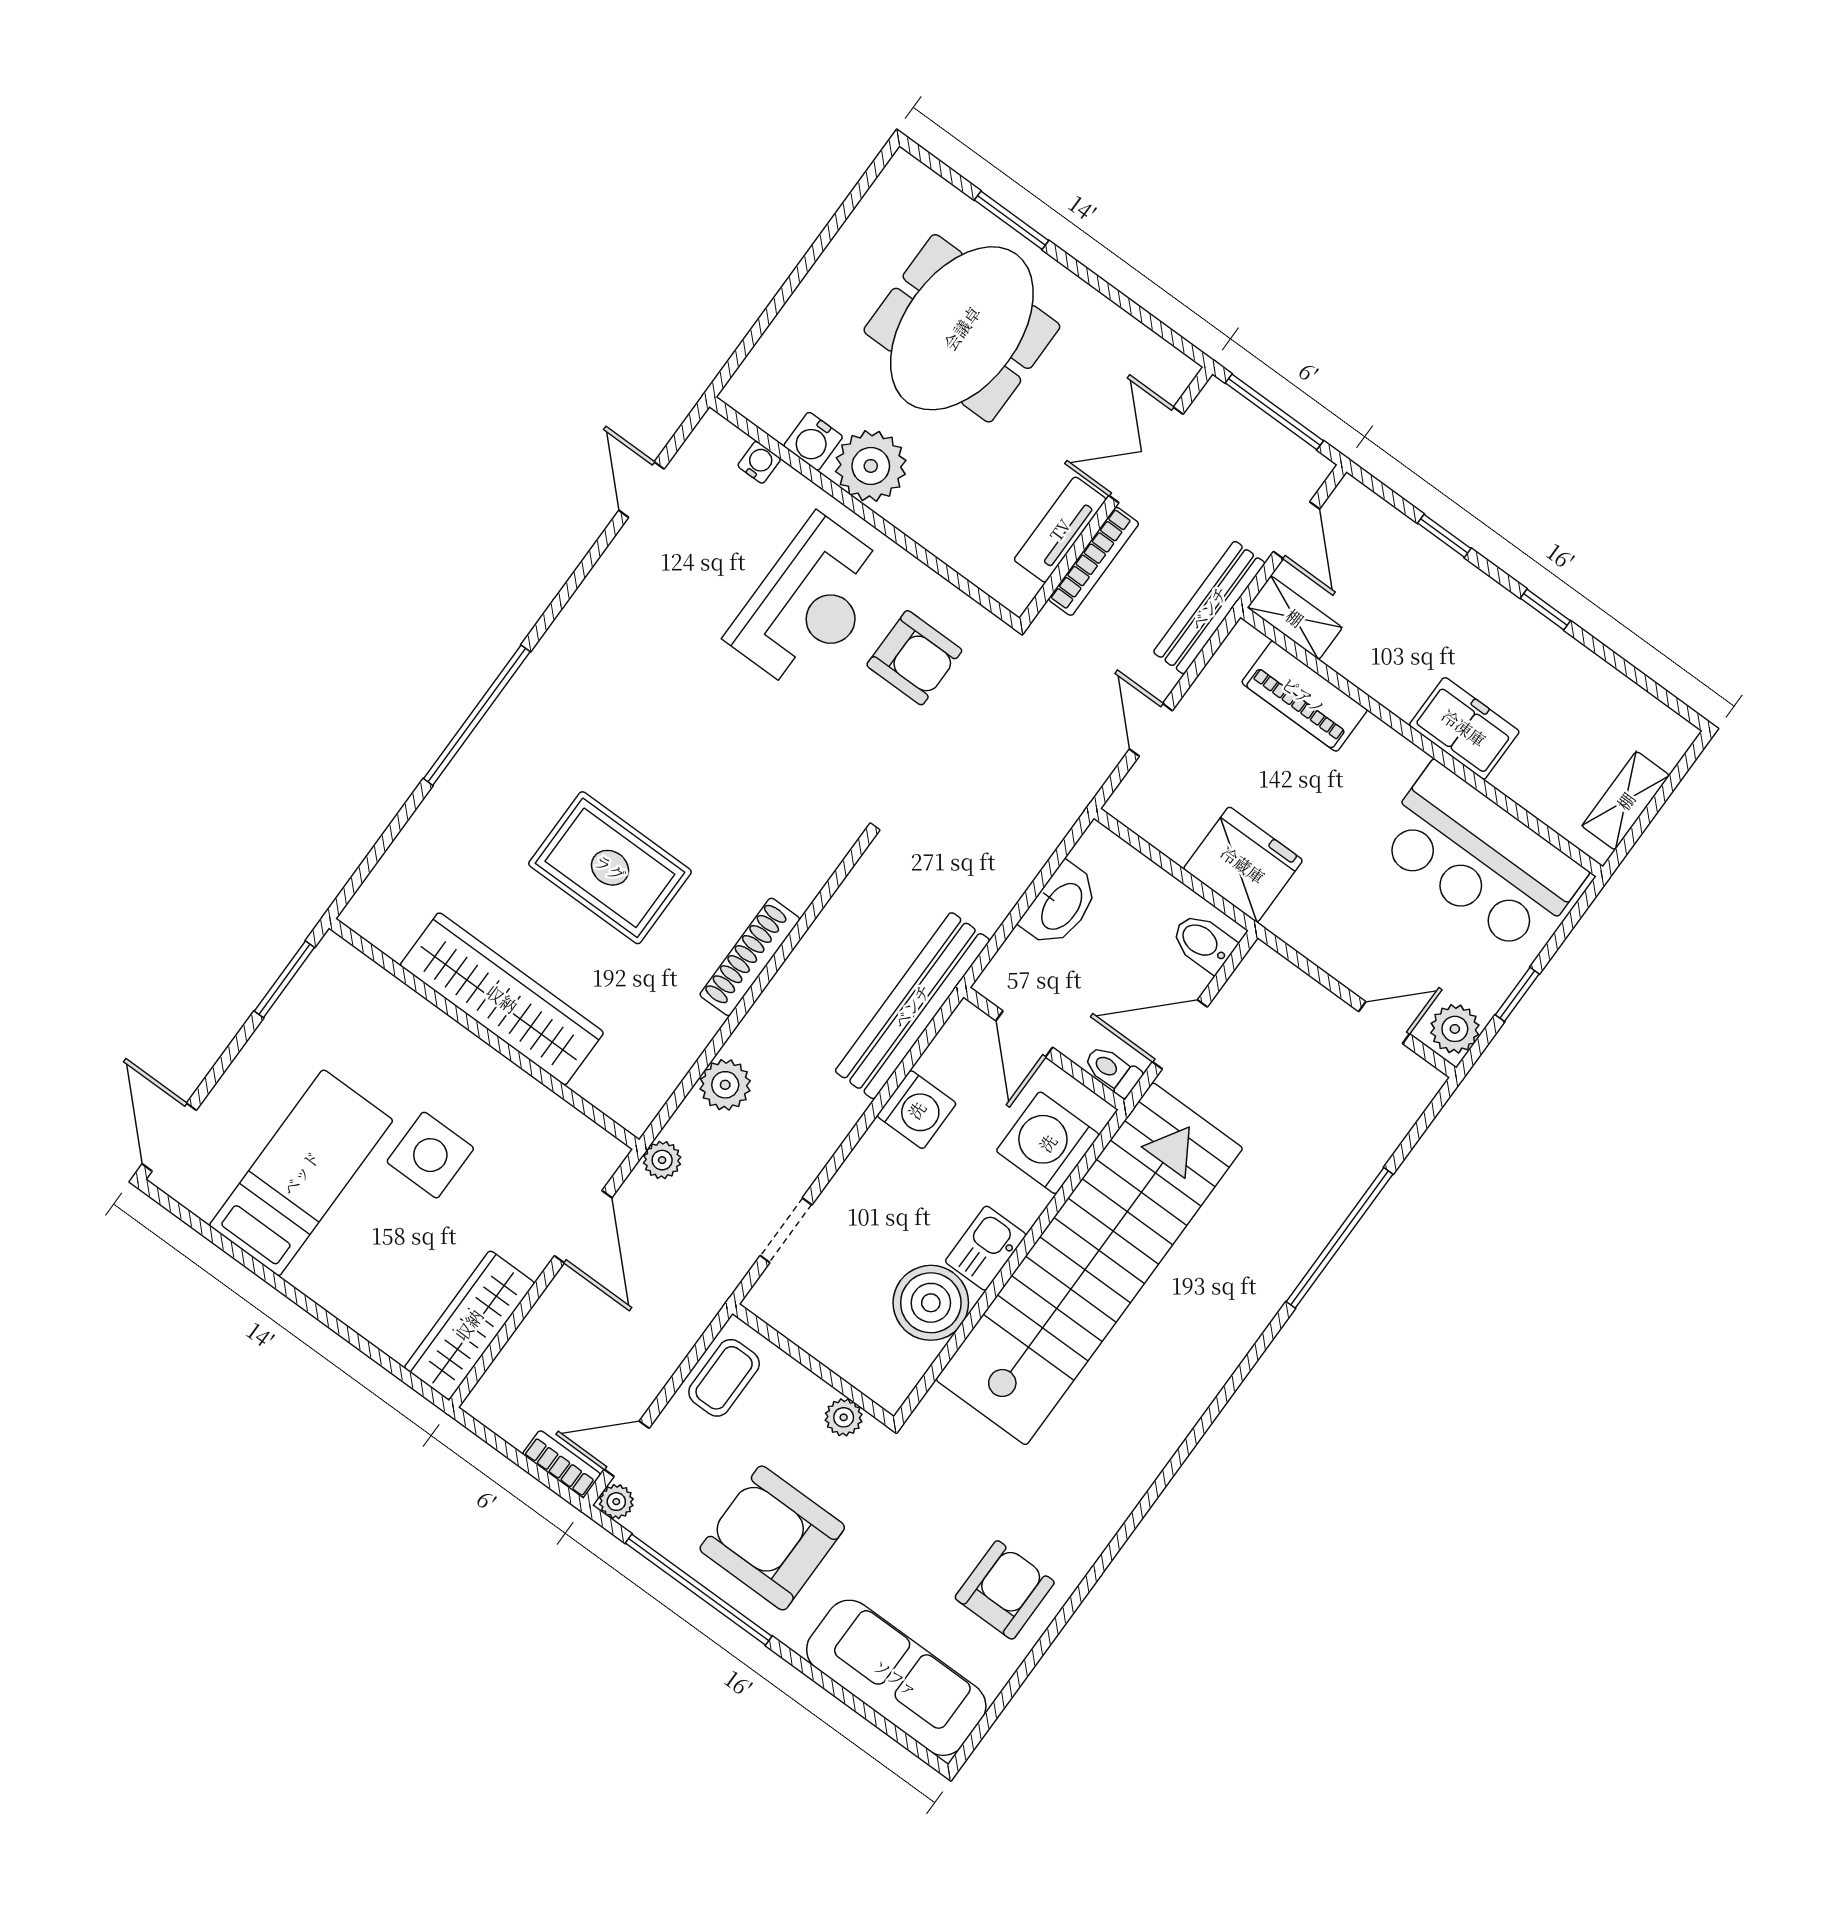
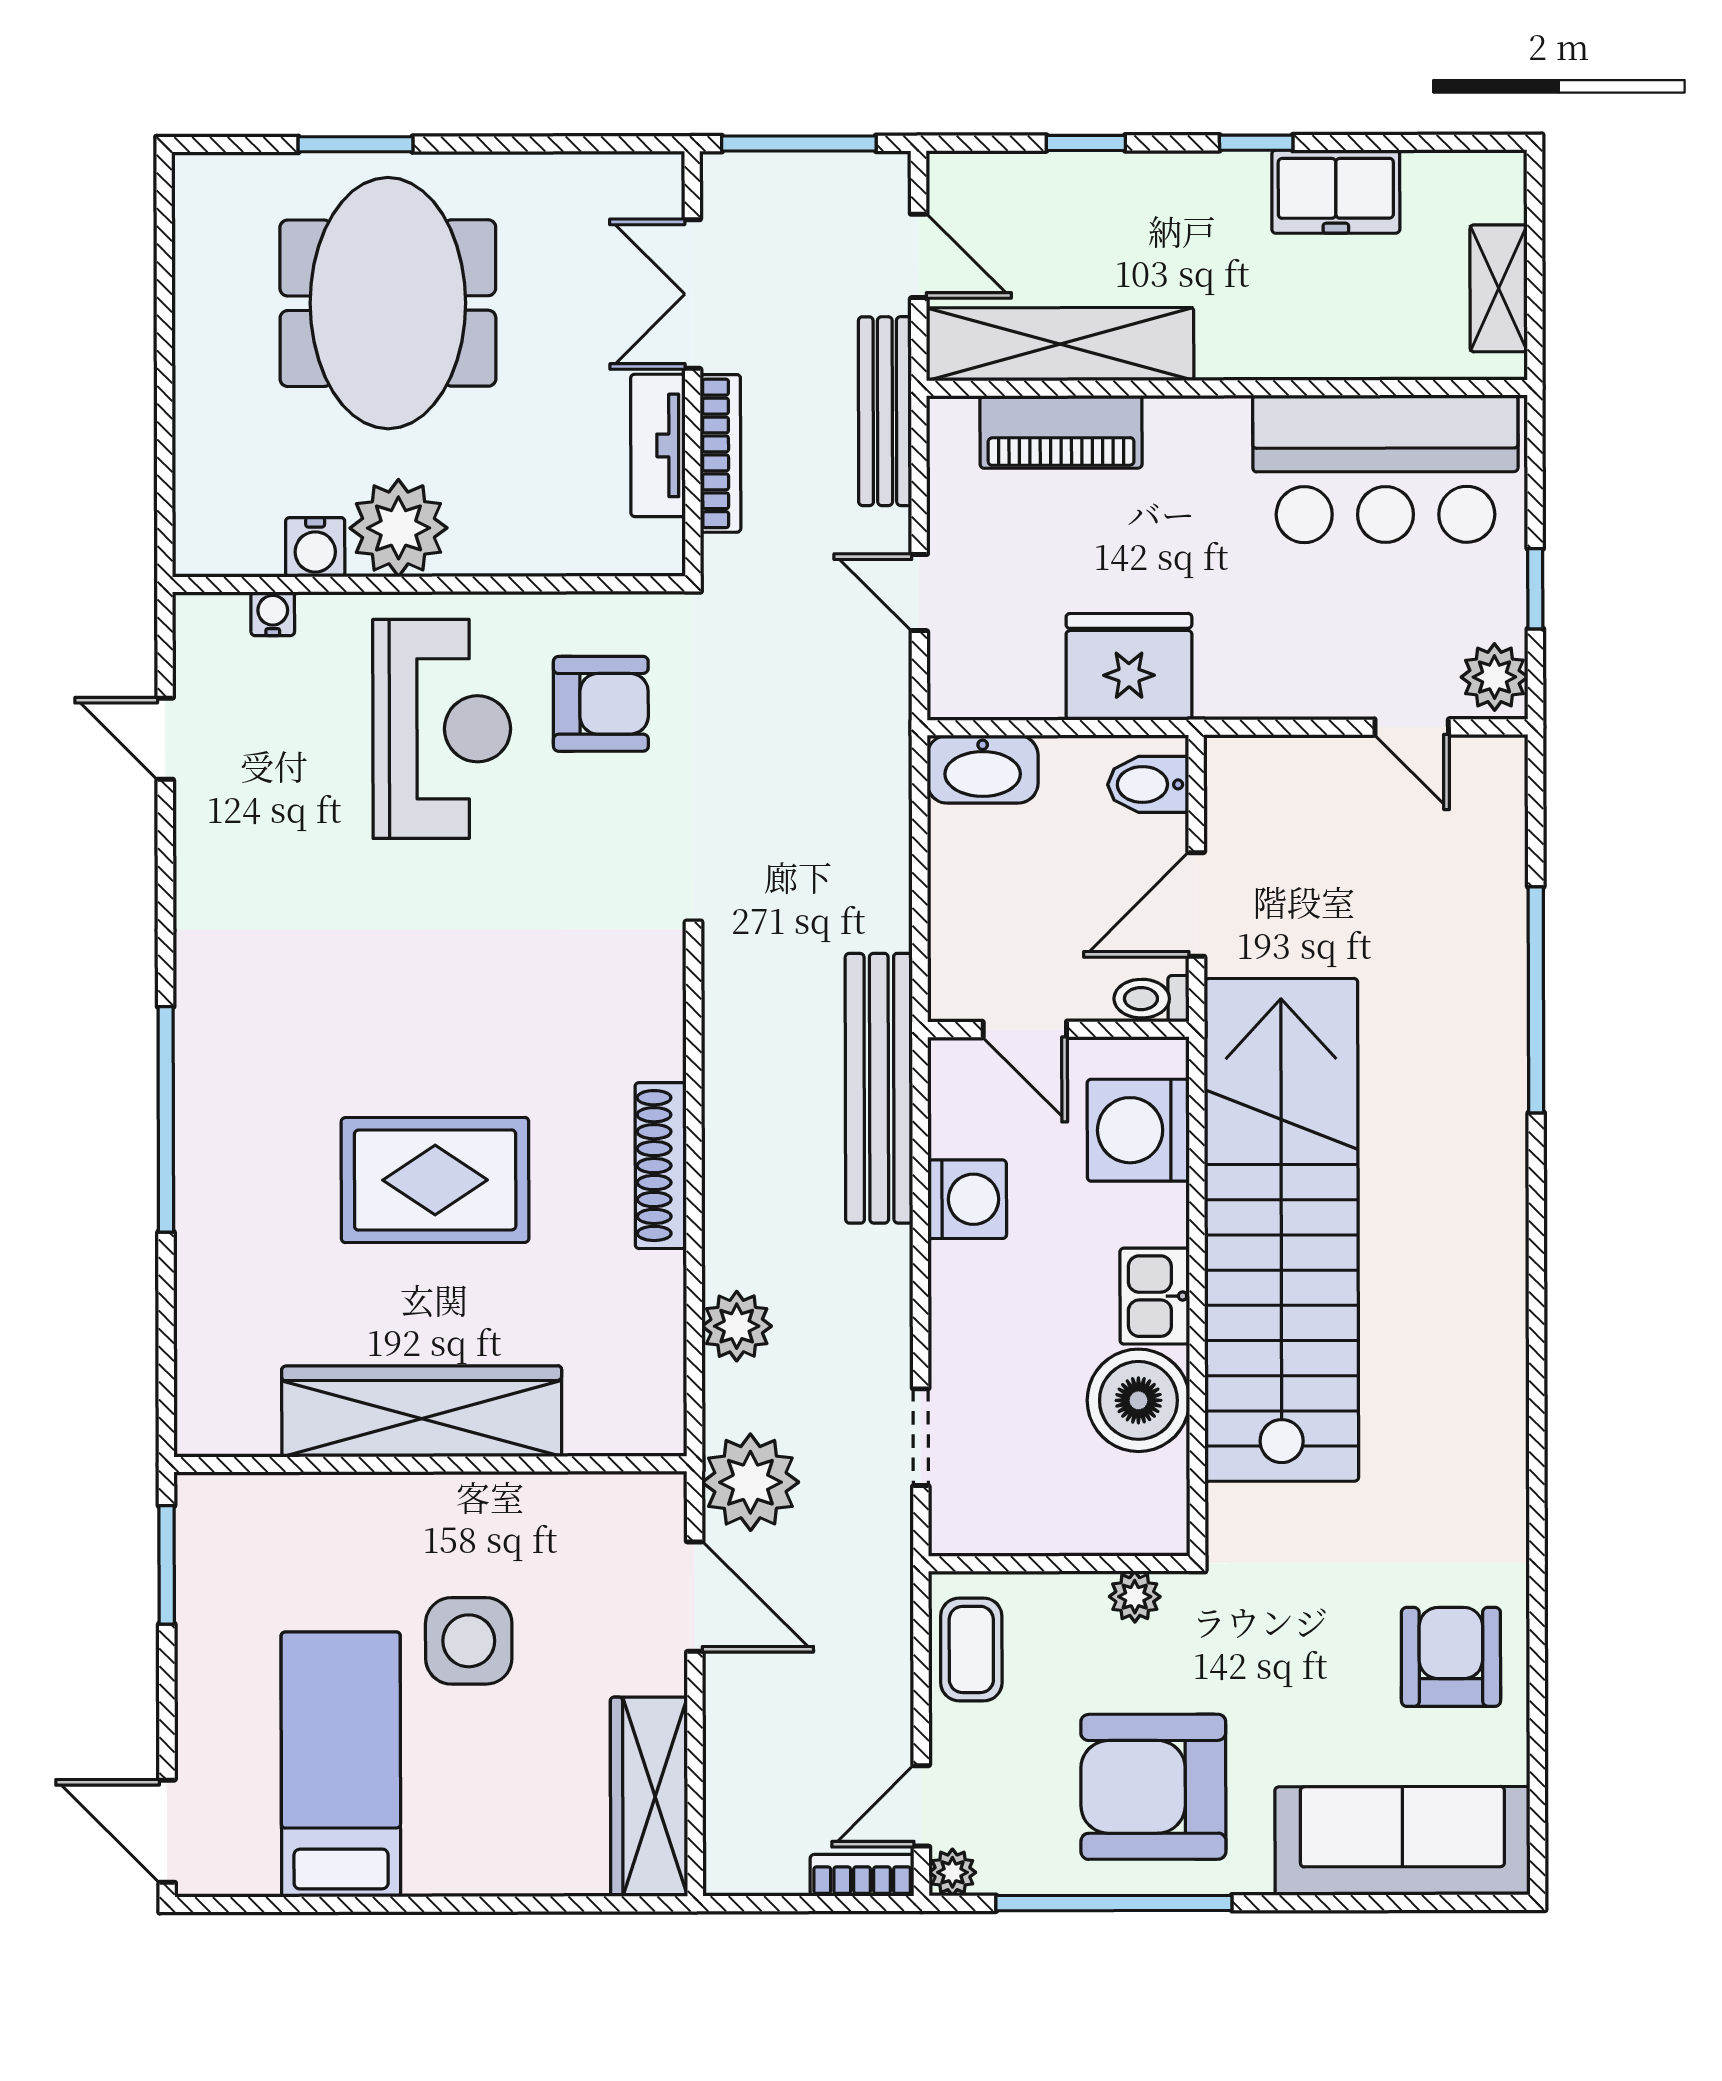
shelving: (1295, 618) -> (1060, 344), width x2.20, depth x1.33
freezer: (1464, 728) -> (1336, 192), moved, turned 180
washbasin: (1061, 906) -> (983, 769), moved, turned 90
door: (1384, 1023) -> (1412, 727), swing flipped
plant: (662, 1160) -> (750, 1482), width x1.88, depth x1.88

